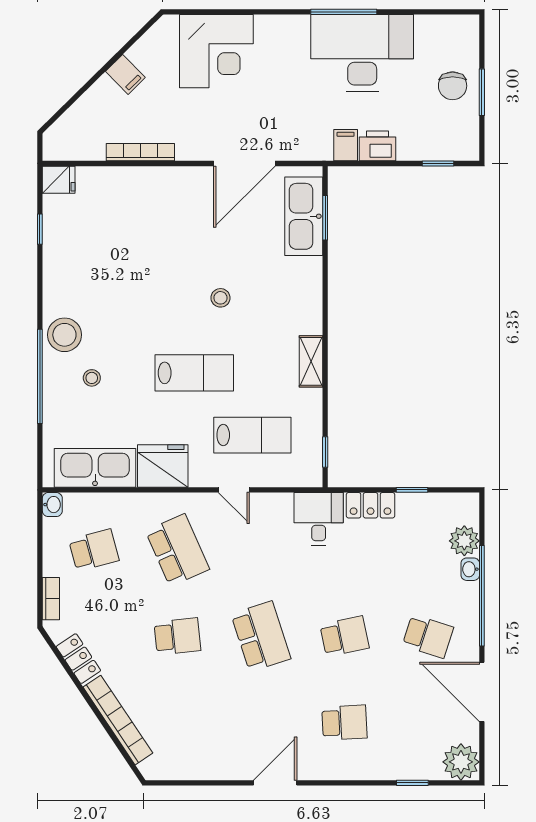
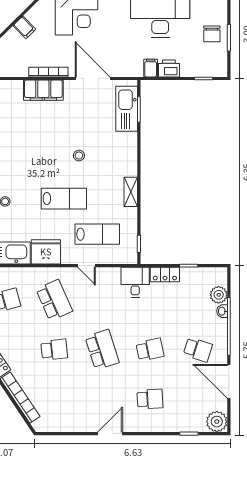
bookcase: (140, 152) -> (48, 72), moved
door: (244, 163) -> (93, 78), swing flipped
filing cabinet: (158, 184) -> (43, 90), added

